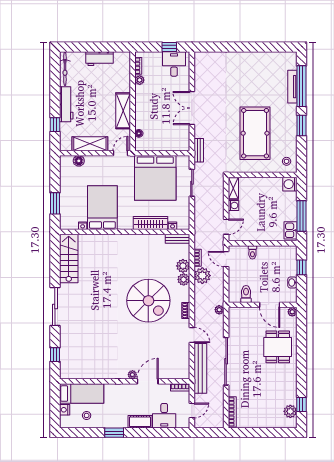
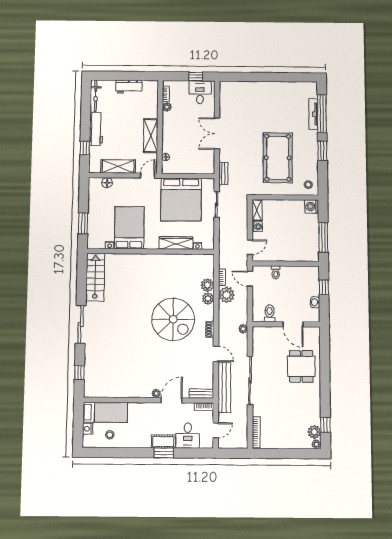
kitchen sink: (291, 230) -> (313, 251), removed
bench: (178, 239) -> (201, 393), moved
plant: (292, 312) -> (316, 444), moved
window: (114, 433) -> (164, 453), moved

